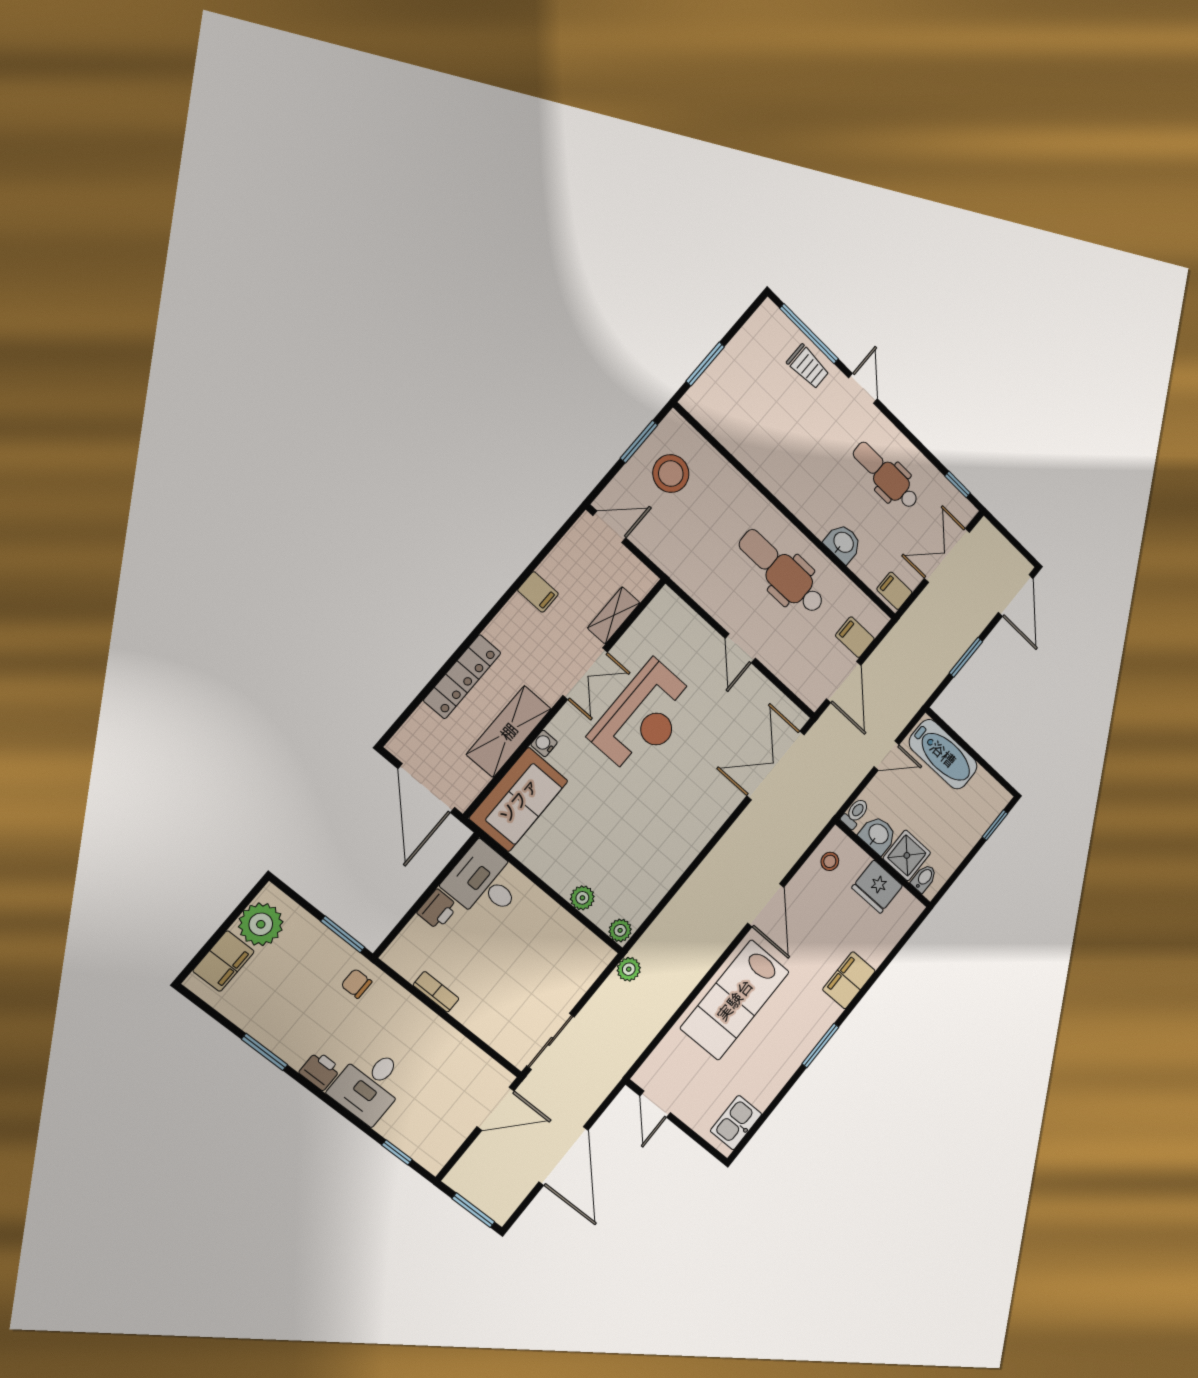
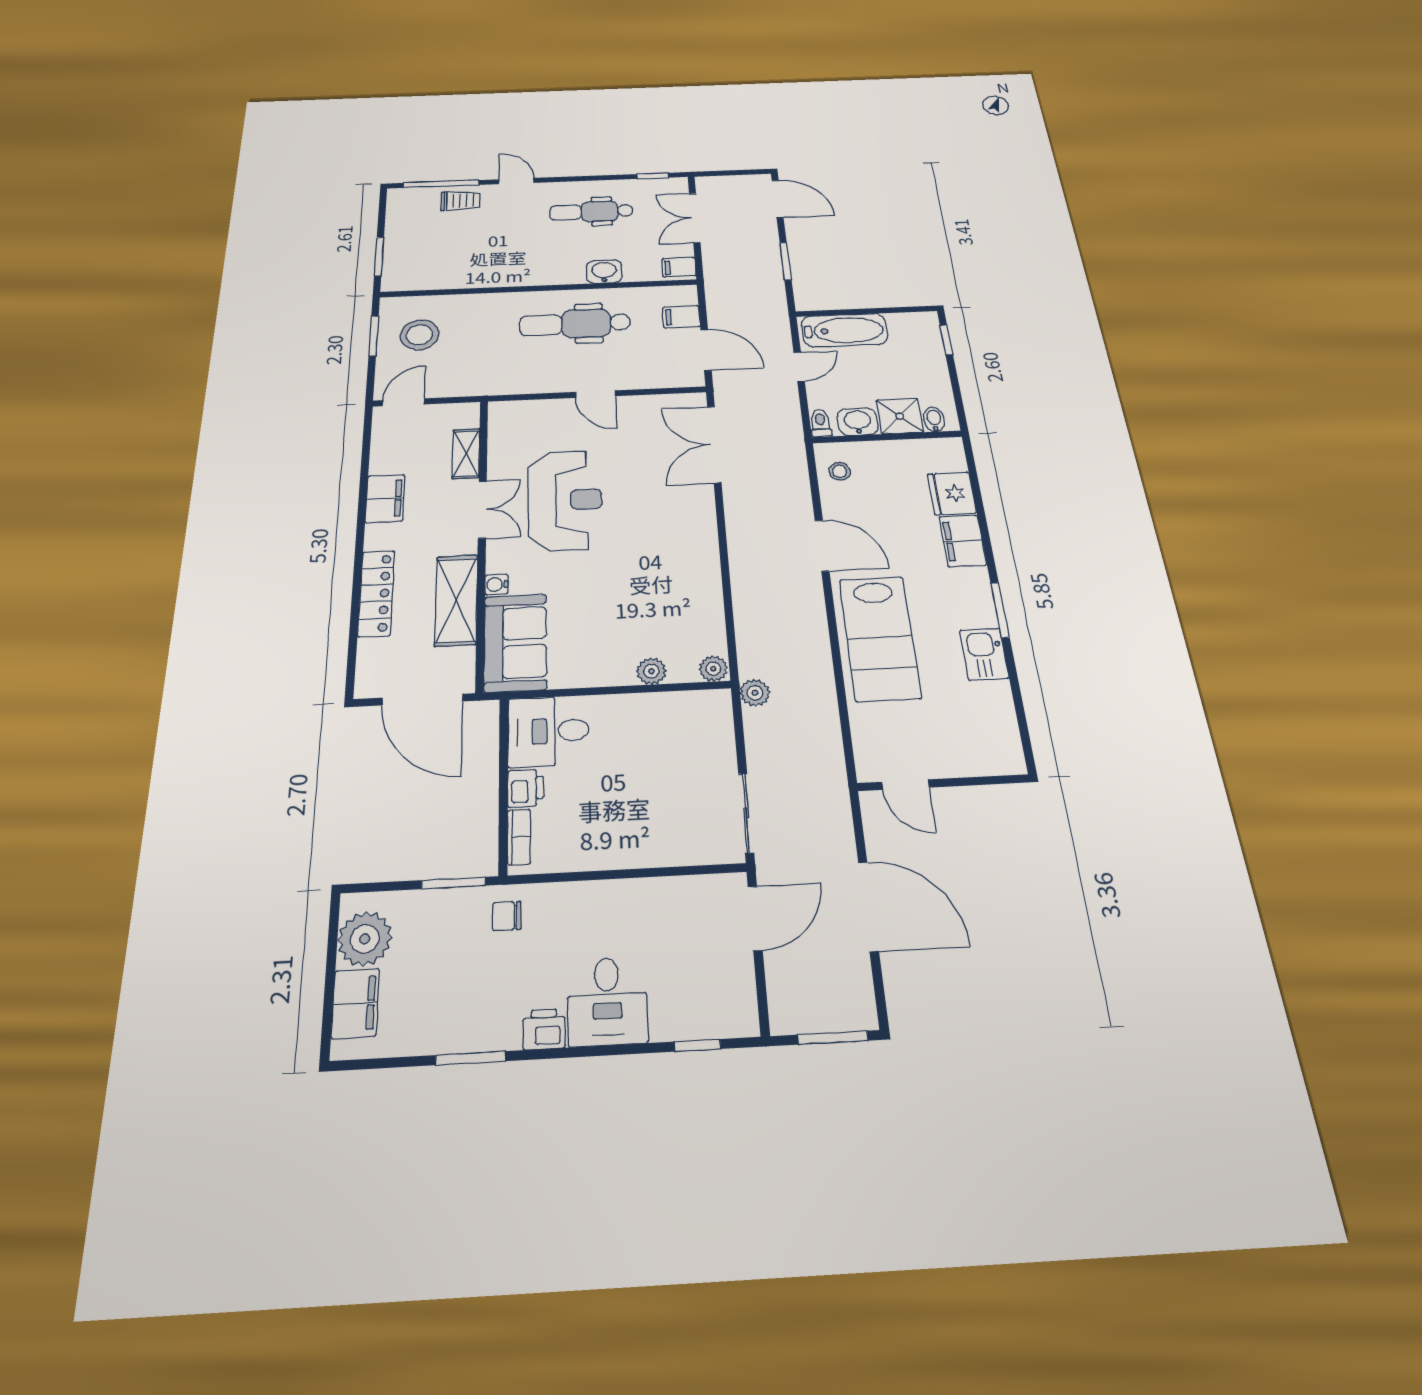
filing cabinet: (538, 592) -> (385, 499), width x2.00
fridge: (877, 887) -> (952, 493), moved, turned 90
bookcase: (436, 992) -> (519, 837), moved, turned 90
kitchen sink: (736, 1123) -> (984, 654), moved

